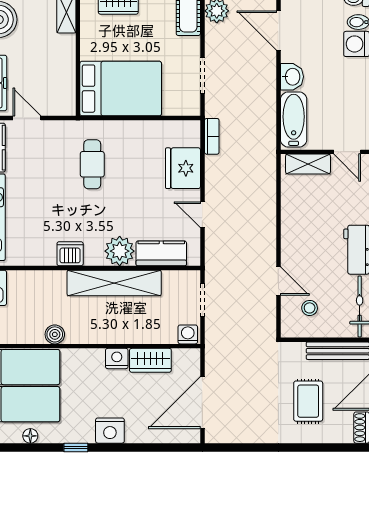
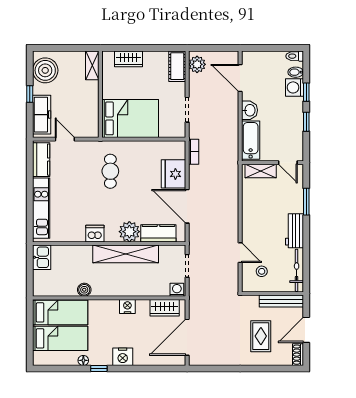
door: (202, 215) -> (187, 206), width x1.87
wardrobe: (150, 360) -> (165, 308), moved
floor lamp: (30, 436) -> (83, 360), moved

